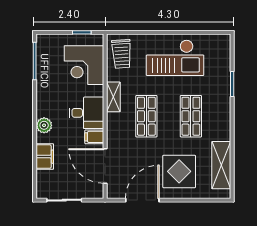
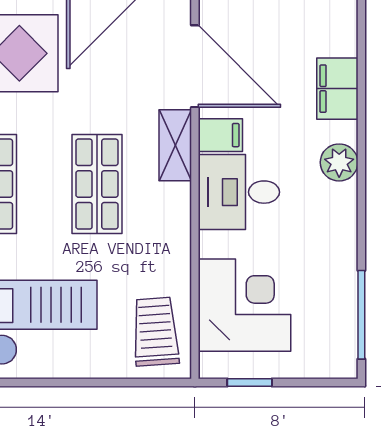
shelving: (113, 97) -> (175, 145), moved

